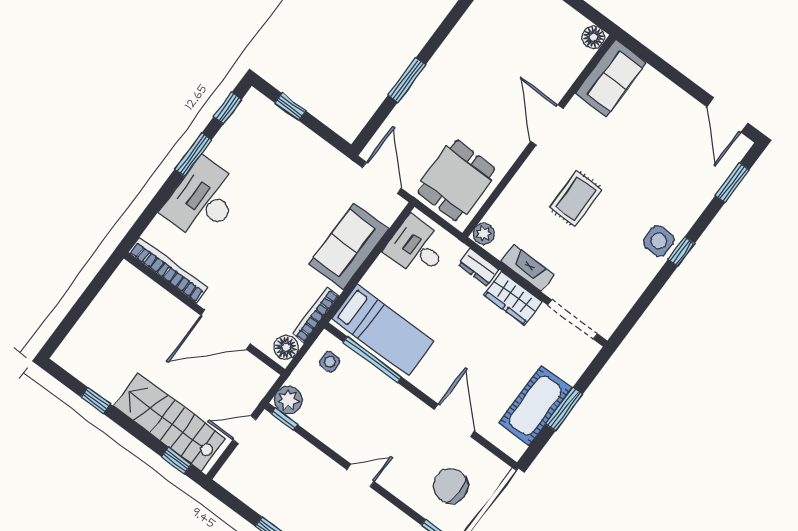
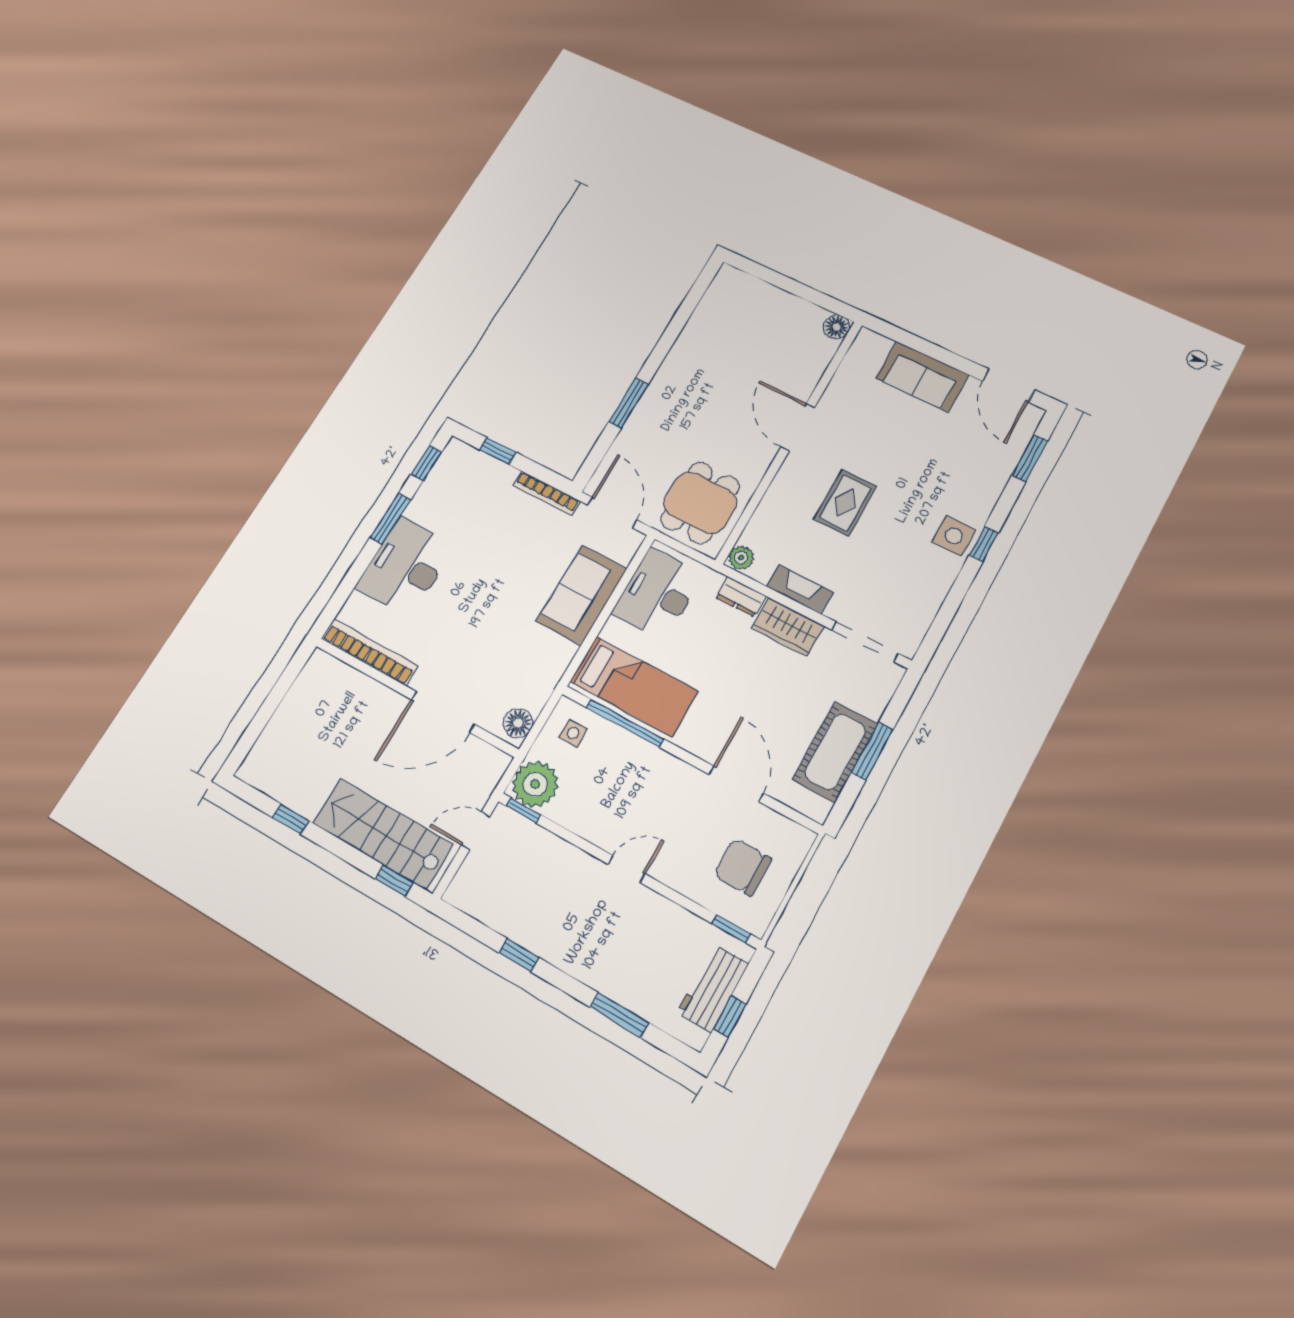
sofa: (611, 78) -> (922, 377), moved, turned 90
desk: (417, 248) -> (658, 594), width x1.37
bookcase: (316, 315) -> (547, 493), moved, turned -90
plant: (288, 400) -> (535, 784), width x1.36, depth x1.36

